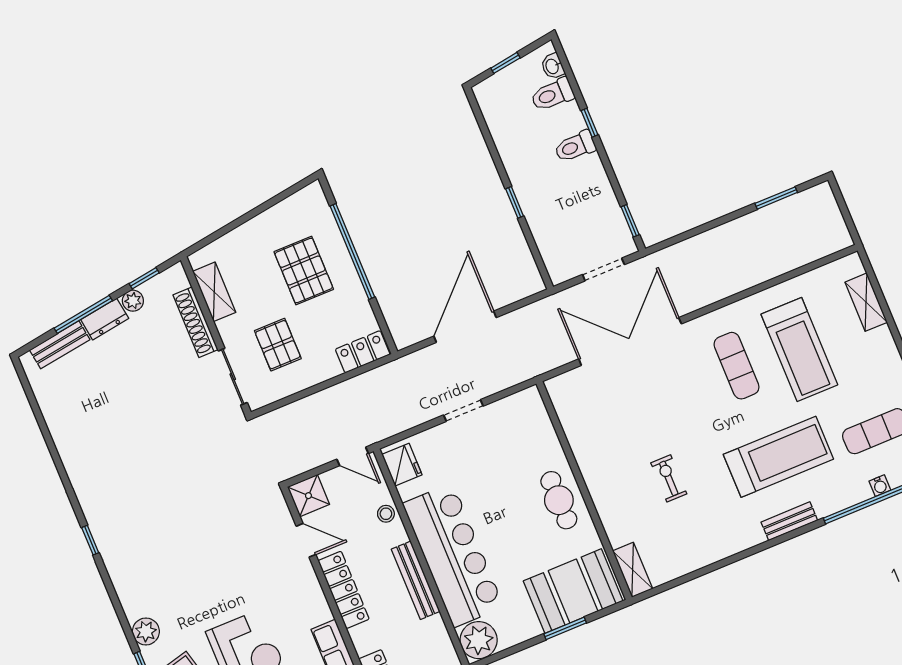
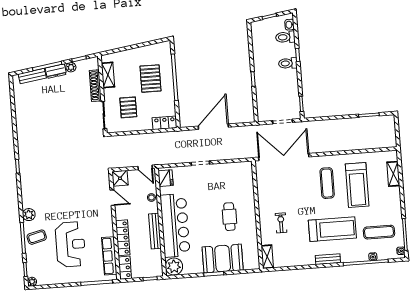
wall: (584, 490) -> (257, 215), moved
shelving: (633, 570) -> (267, 257), moved
locker: (344, 590) -> (123, 238), moved

